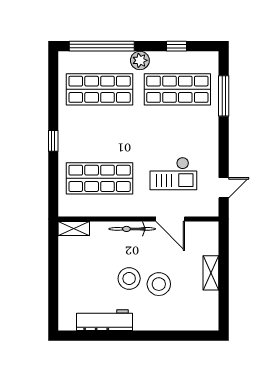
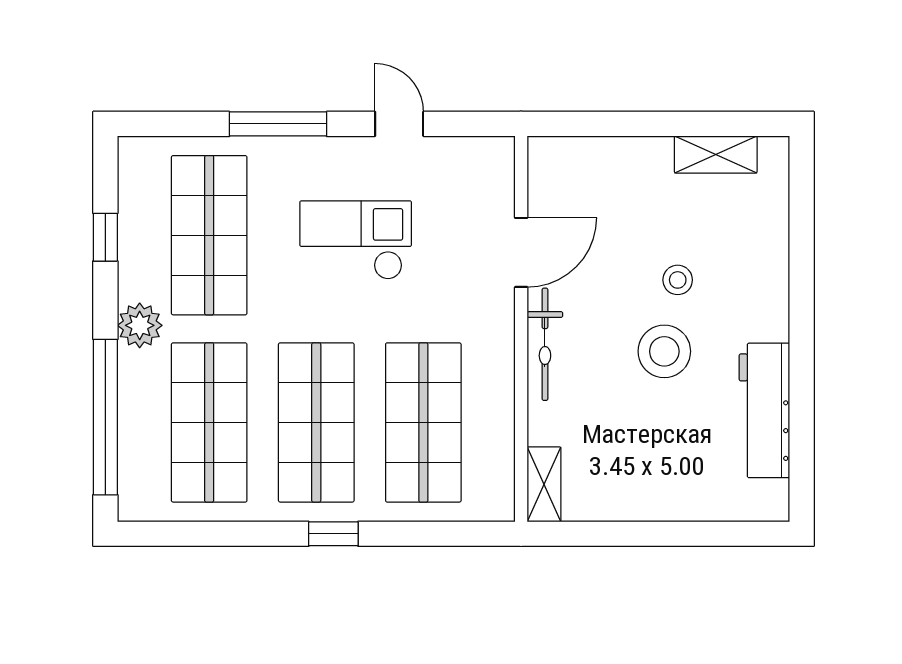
window: (224, 96) -> (278, 124), moved
shop shelf: (100, 134) -> (316, 422), added
checkout: (173, 174) -> (356, 240), moved, turned -90
door: (224, 188) -> (399, 124), moved
shelving: (211, 273) -> (716, 154), moved
stool: (159, 284) -> (678, 280), width x0.53, depth x0.53

